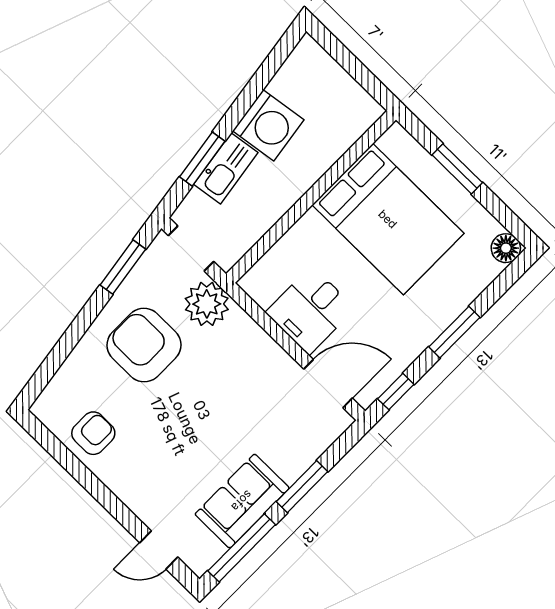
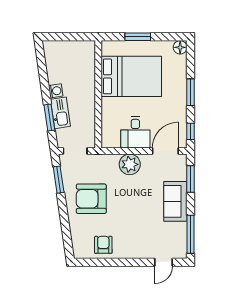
washing machine: (268, 125) -> (56, 91), width x0.53, depth x0.53
plant: (207, 304) -> (130, 164), moved
window: (302, 487) -> (191, 179), moved
sofa: (242, 501) -> (175, 201), moved

